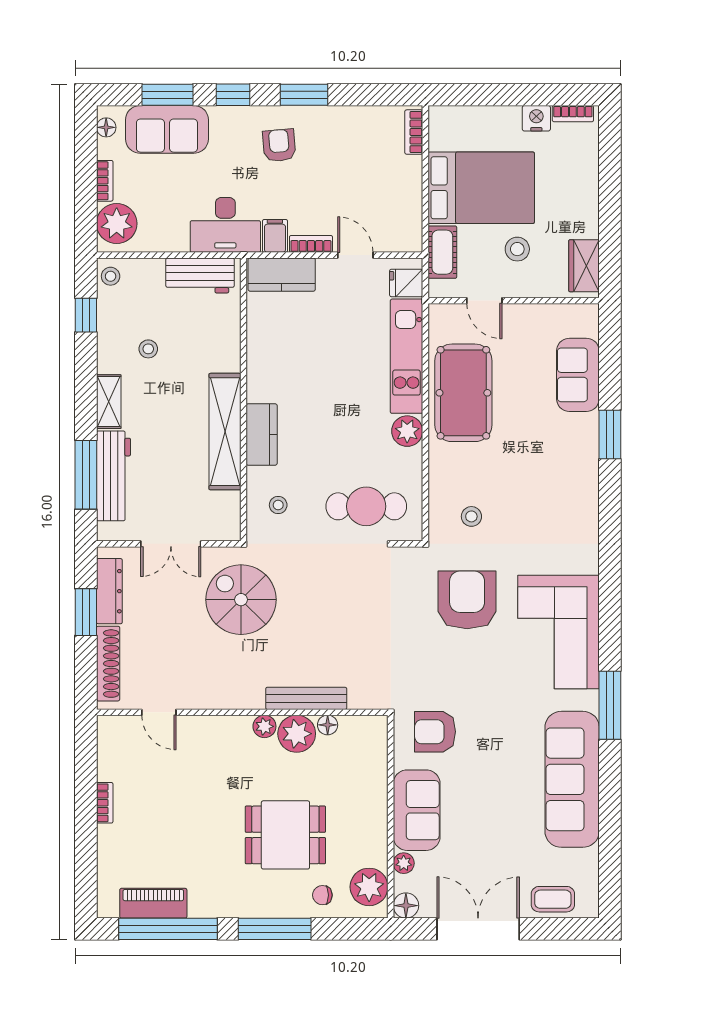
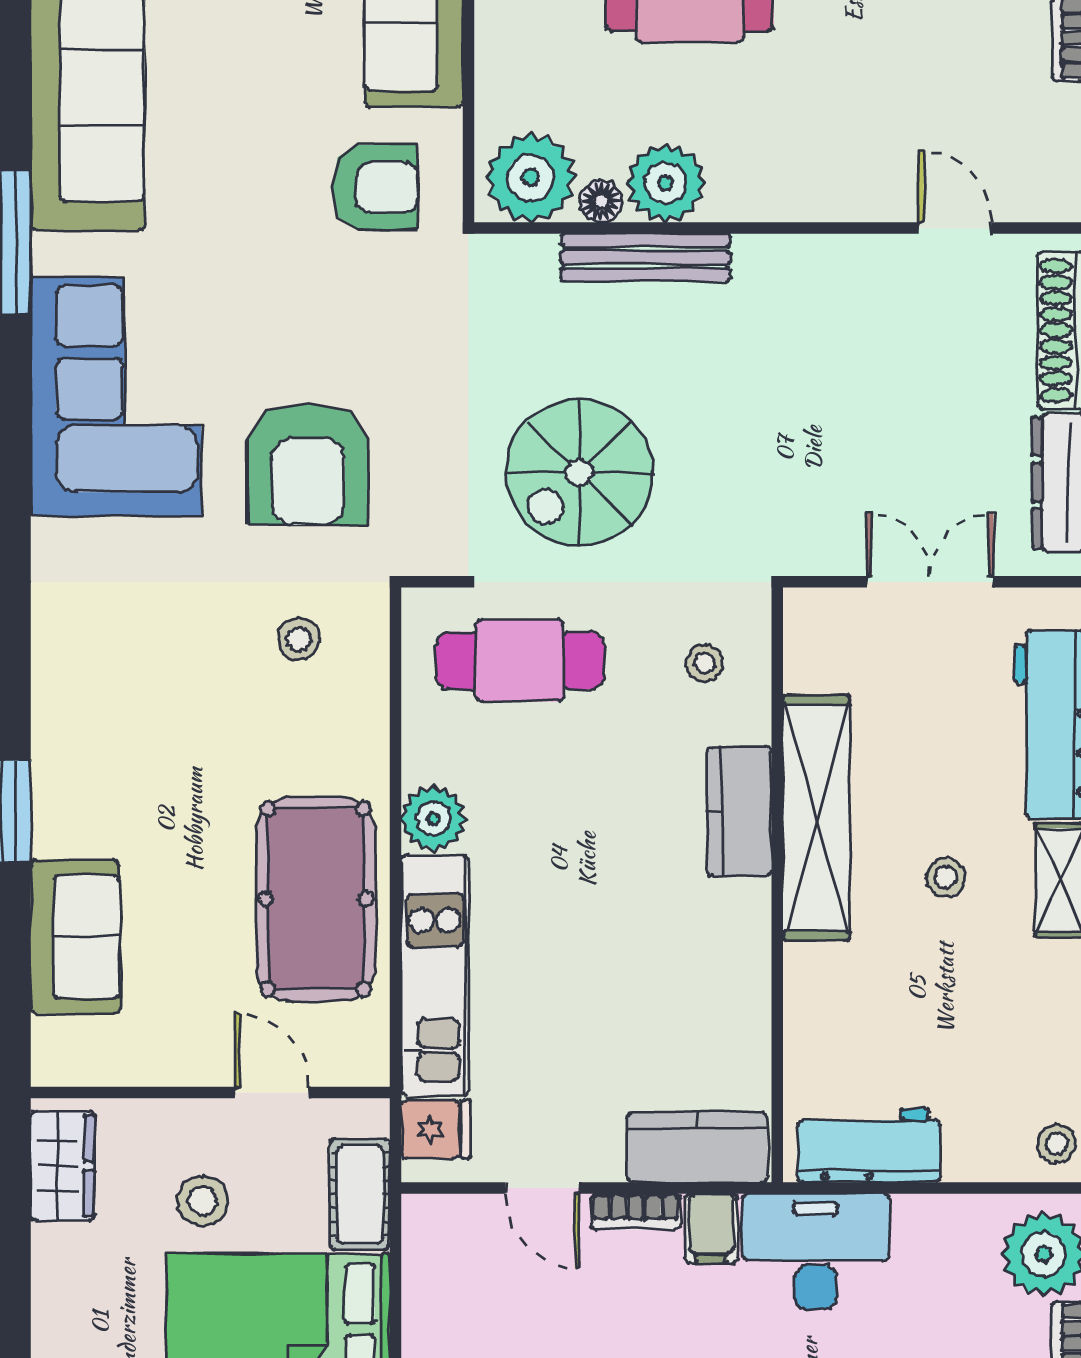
stool: (148, 349) -> (946, 877), moved
spiral stairs: (241, 600) -> (579, 473), moved, turned 90
plant: (264, 726) -> (531, 178), moved, width x1.87, depth x1.87

